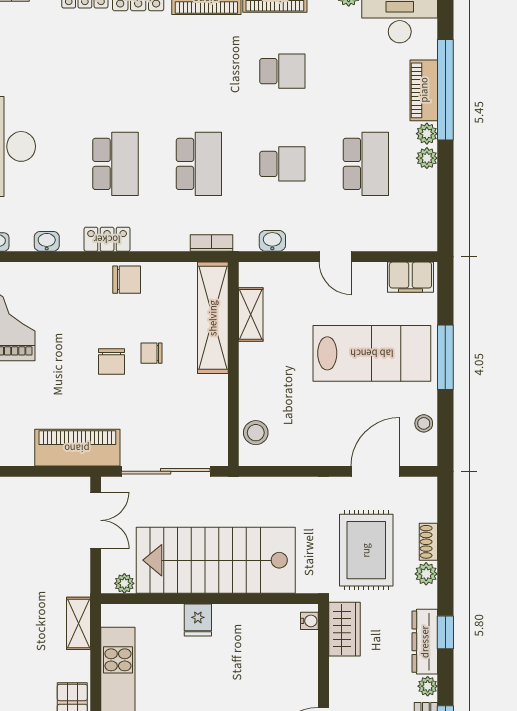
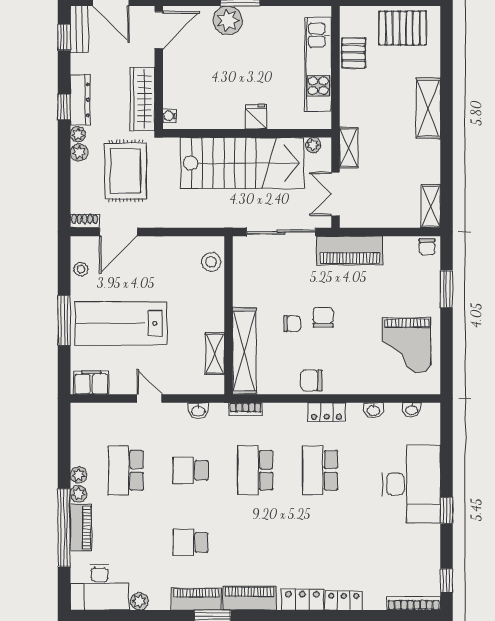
shoe rack: (428, 542) -> (85, 221), moved, turned -90
shelving: (78, 623) -> (349, 148), moved
wardrobe: (344, 629) -> (142, 99), width x1.50
plant: (428, 686) -> (78, 134), moved

